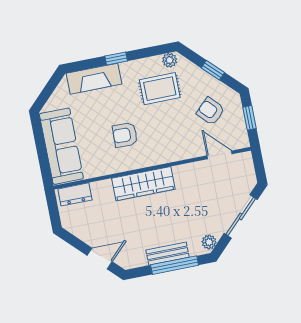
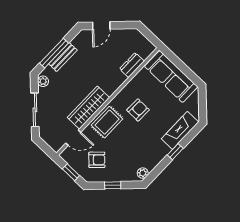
rug: (160, 89) -> (107, 122), moved
wardrobe: (143, 184) -> (88, 108), moved
dresser: (75, 194) -> (132, 65), moved

